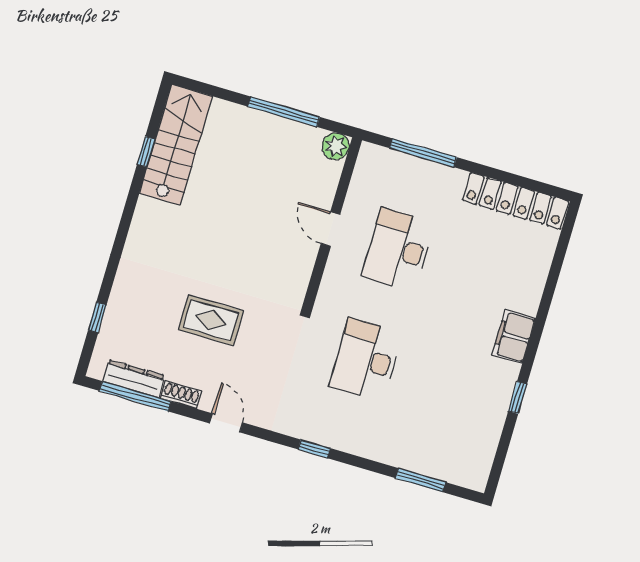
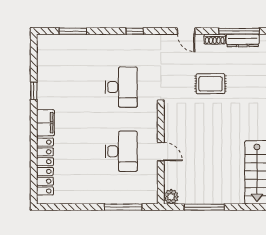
locker: (515, 201) -> (45, 167), moved, turned 90

